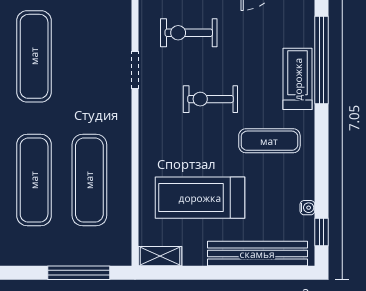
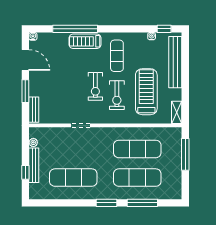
exercise bike: (189, 33) -> (117, 95), moved
treadmill: (200, 198) -> (146, 92), turned 180

